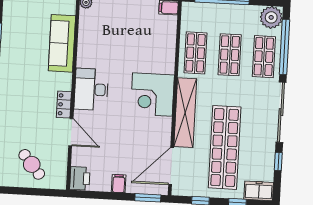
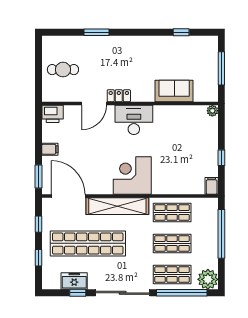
sofa: (62, 43) -> (174, 91), width x0.73
cafe table: (32, 164) -> (63, 70), turned 40
freezer: (259, 191) -> (74, 281), moved, turned -90

